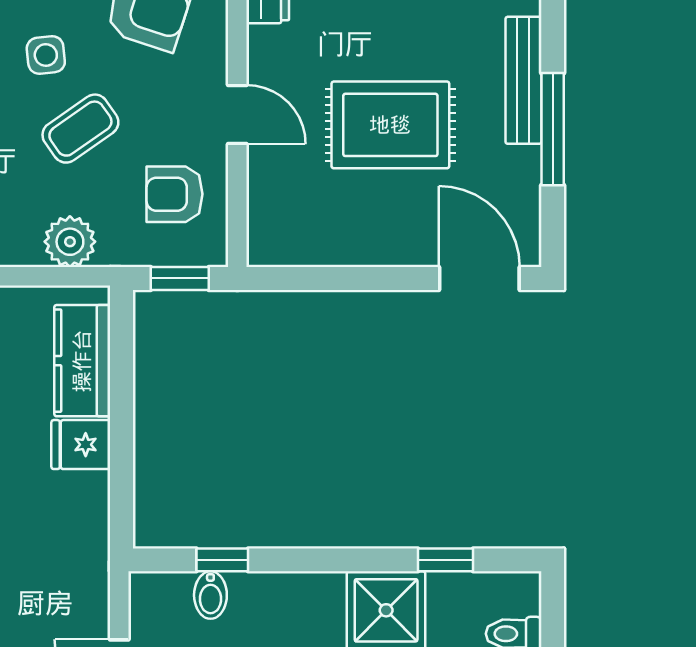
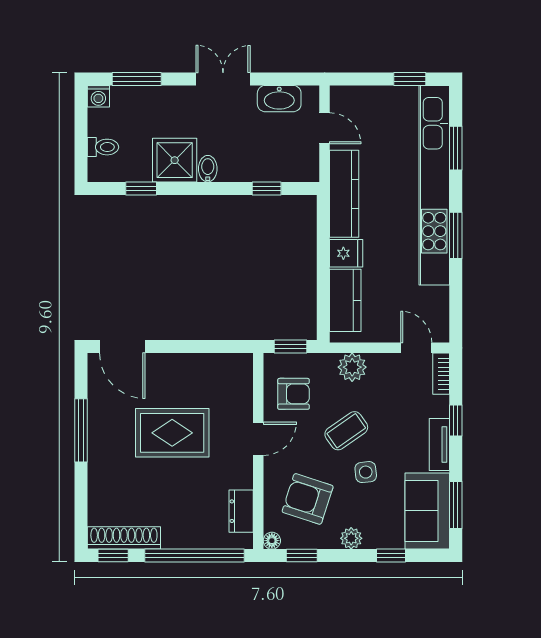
bench: (523, 80) -> (97, 458), removed
door: (237, 114) -> (258, 439), swing flipped
kitchen counter: (84, 550) -> (344, 194), added
bidet: (210, 595) -> (208, 169), moved

